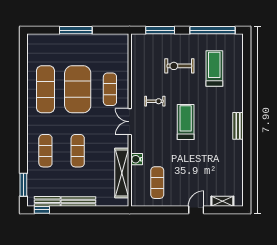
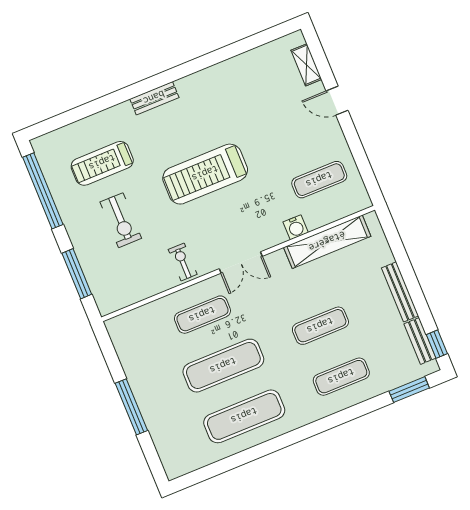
exercise mat: (78, 89) -> (223, 366), width x0.68
exercise bike: (155, 101) -> (183, 262), moved
treadmill: (186, 122) -> (205, 174), width x1.37, depth x1.38
bench: (238, 126) -> (154, 98), moved

